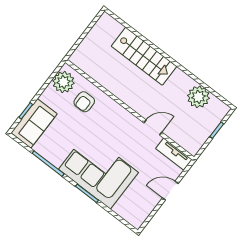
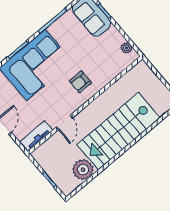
stairs: (144, 56) -> (118, 131), width x1.36, depth x1.51
plant: (64, 82) -> (127, 48), width x0.53, depth x0.53
armchair: (84, 102) -> (80, 82), moved, turned -90

